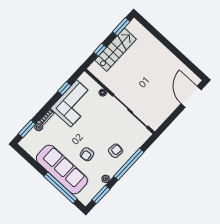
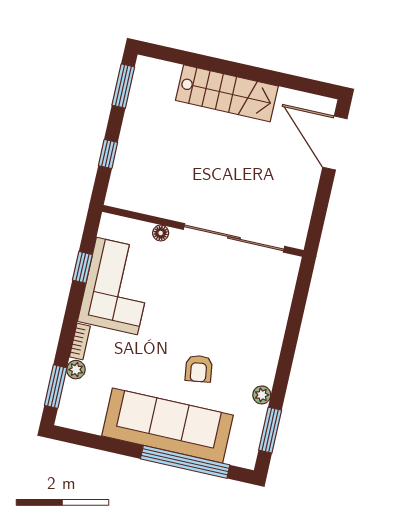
stairs: (115, 50) -> (227, 93), moved, turned 90
armchair: (115, 151) -> (249, 330), removed
window: (129, 164) -> (290, 341), removed

